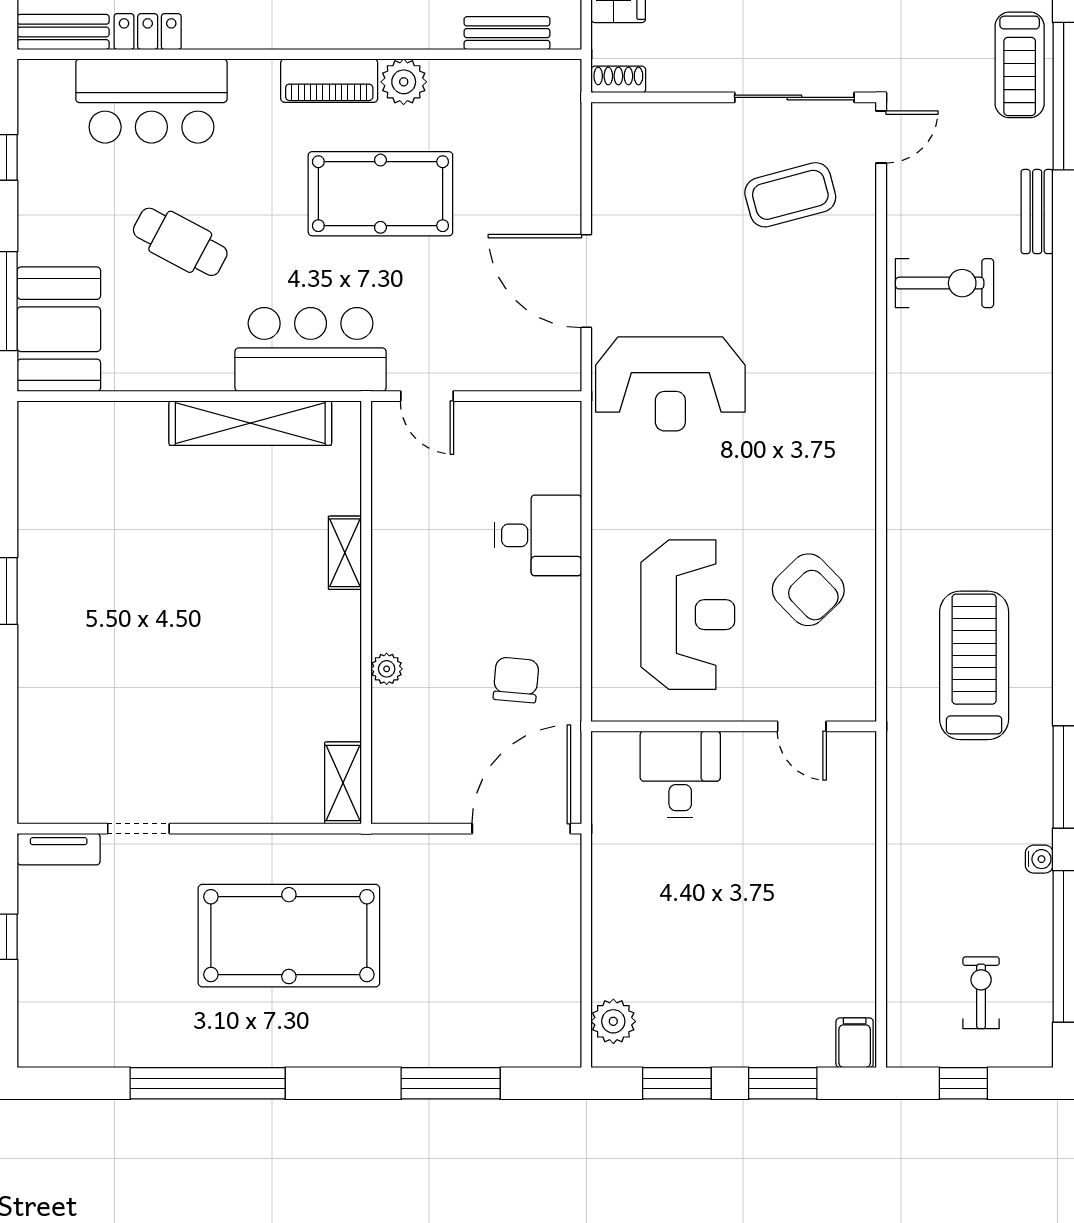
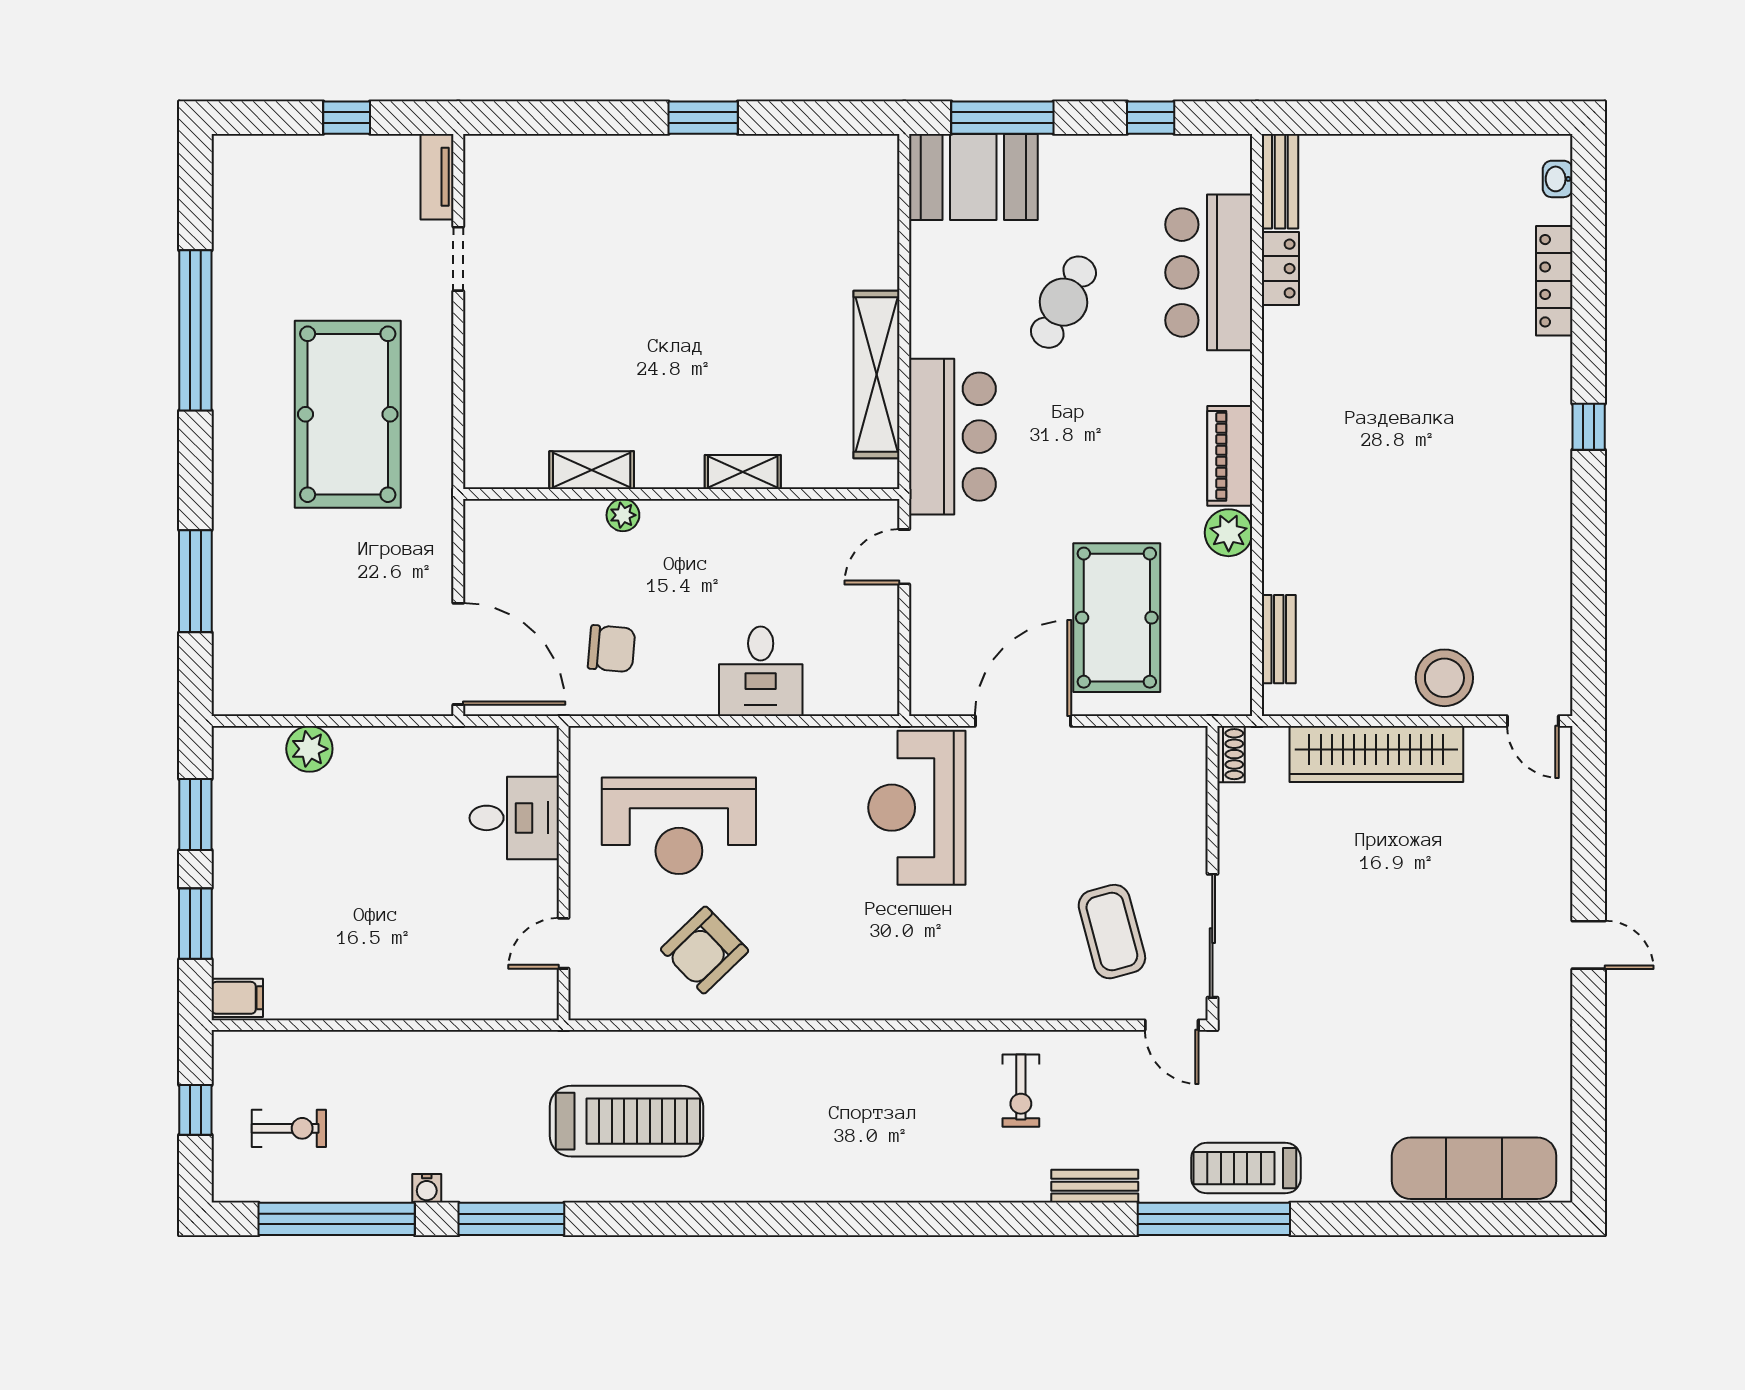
pool table: (380, 194) -> (1117, 618), moved
exercise bike: (945, 283) -> (1021, 1091), width x0.73, depth x0.72
shelving: (343, 783) -> (592, 470), moved
plant: (613, 1021) -> (309, 749), moved

